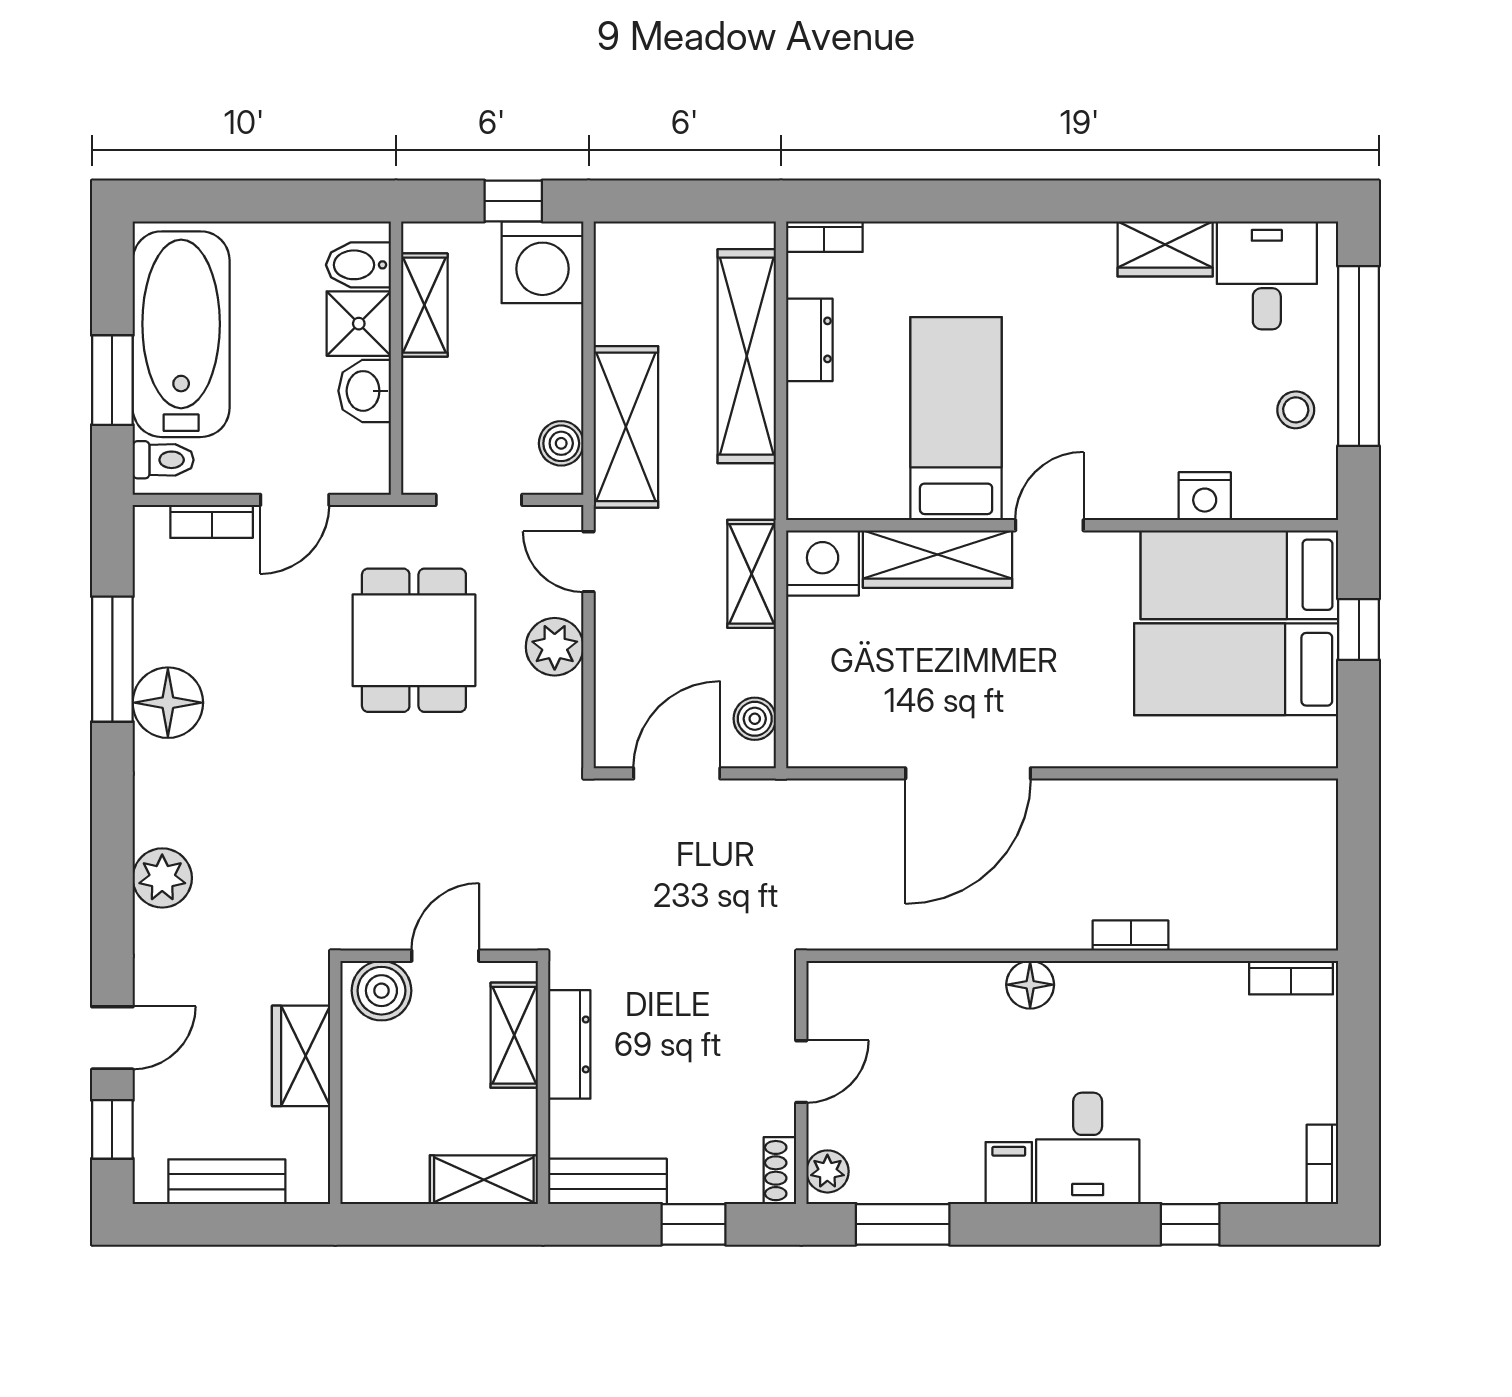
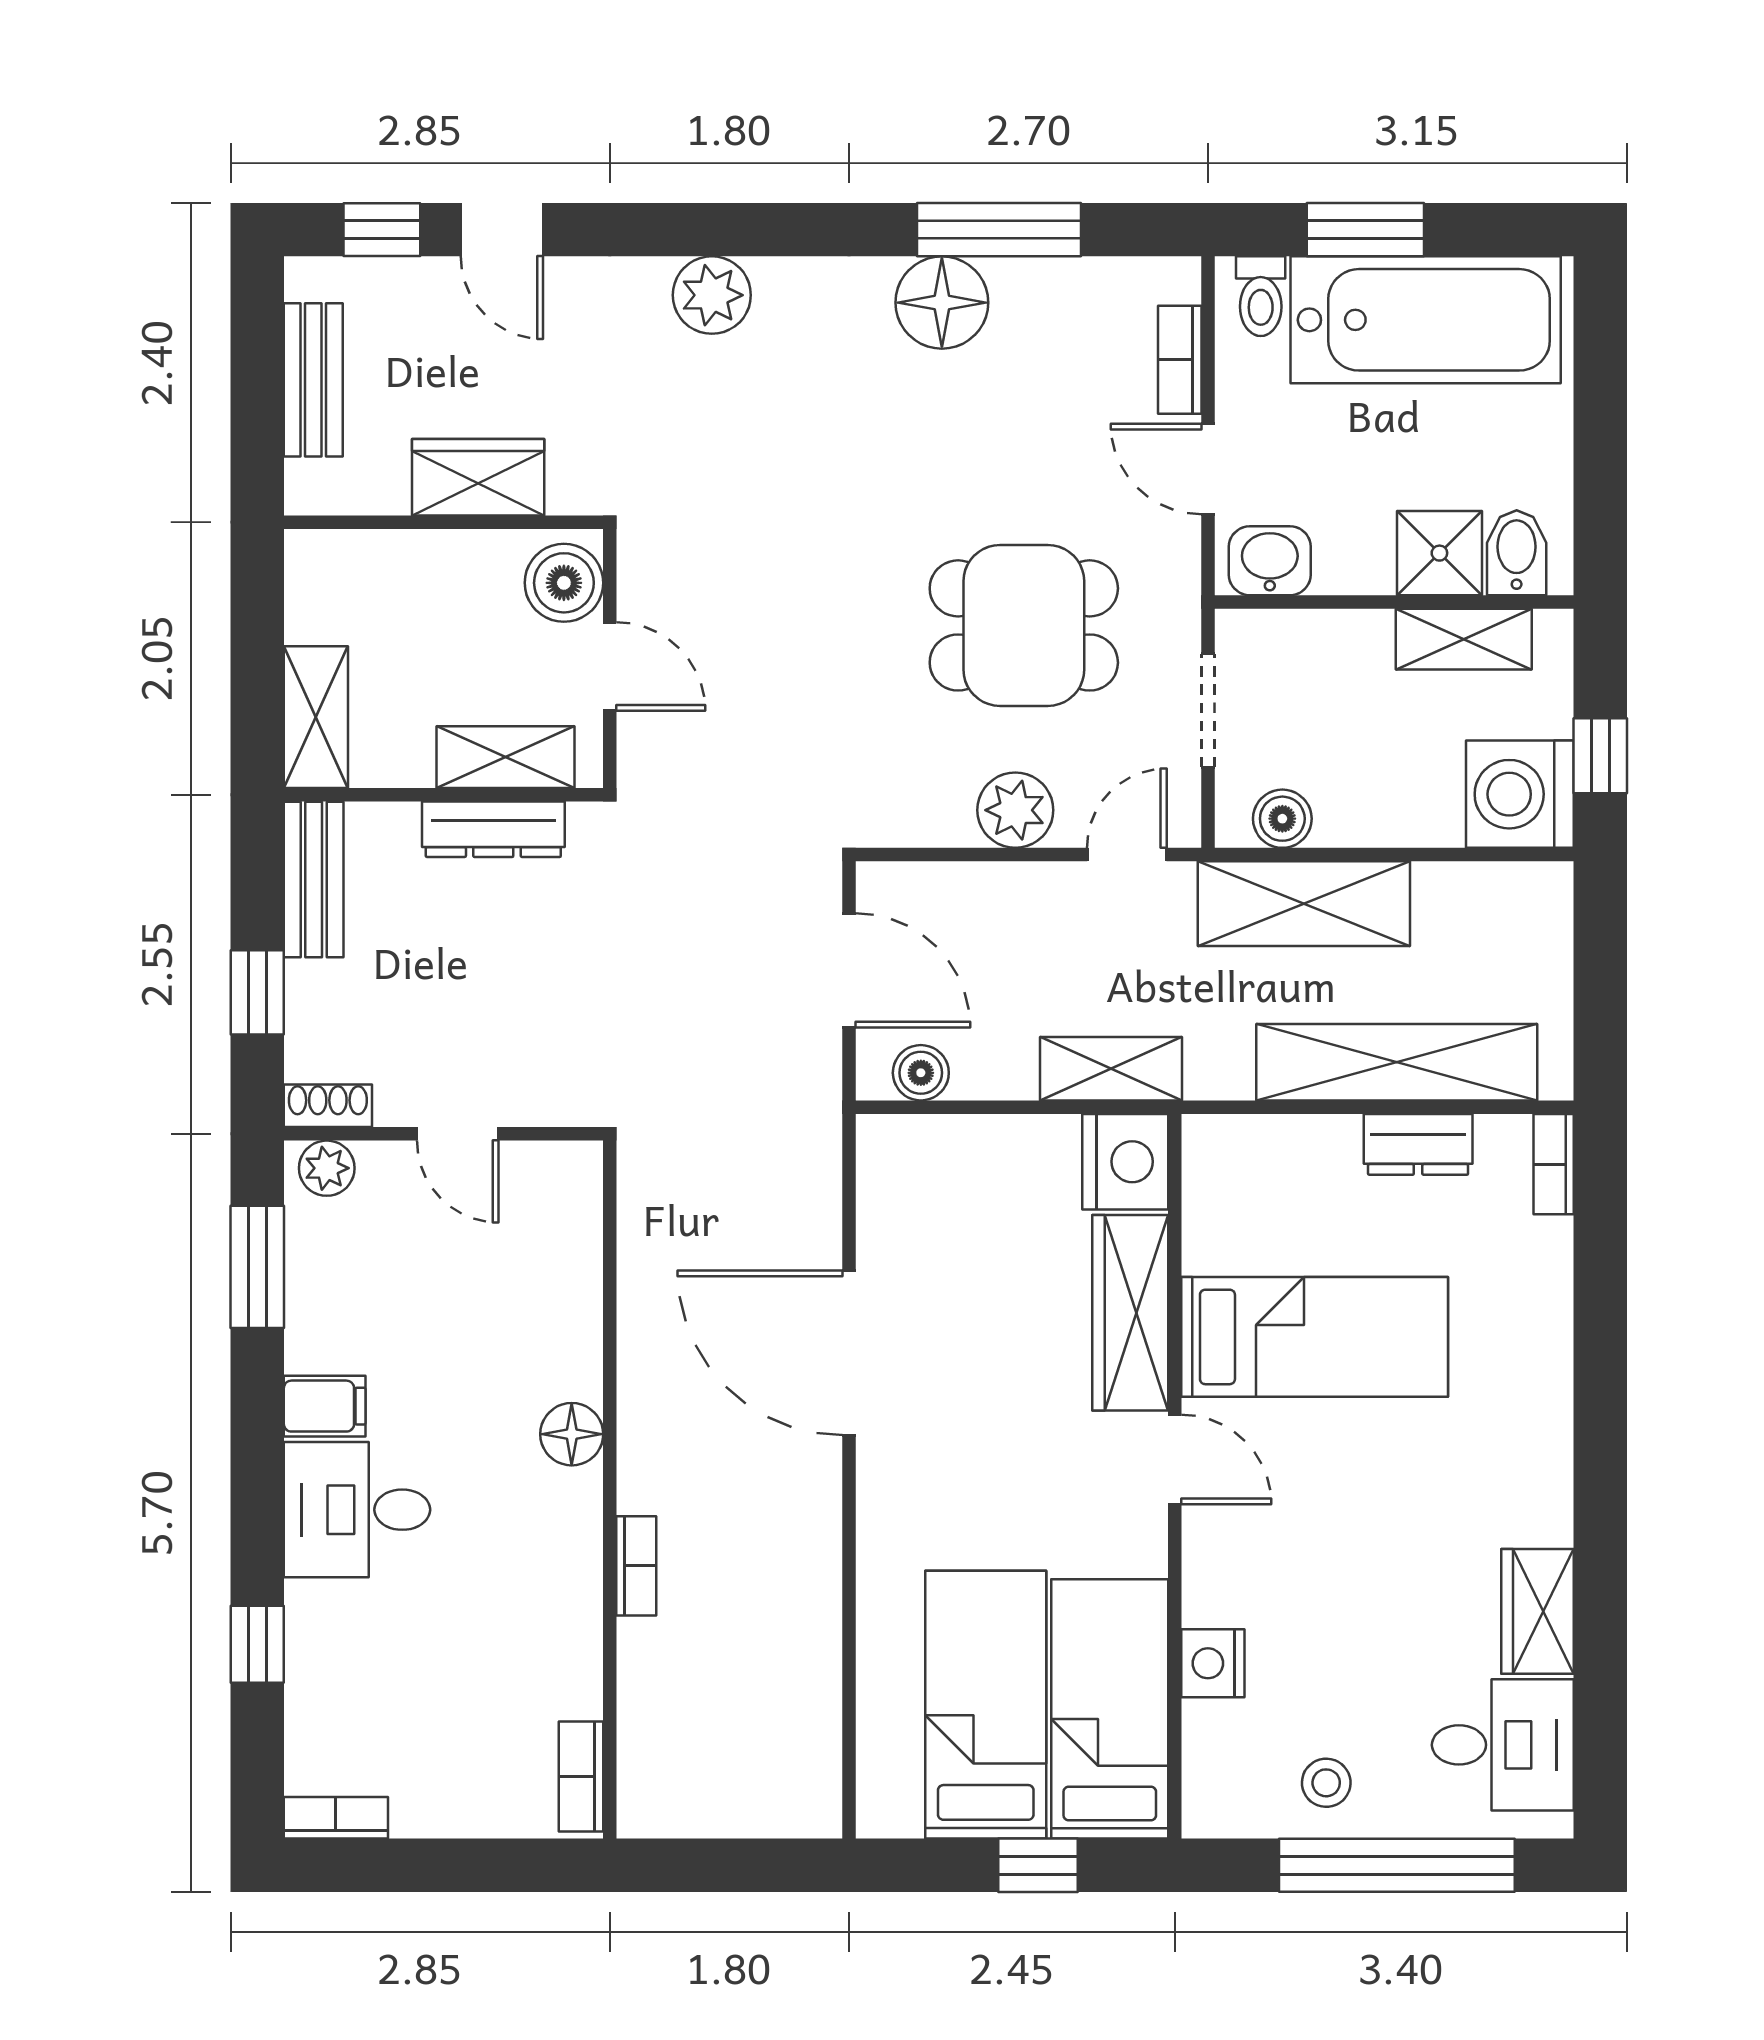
washbasin: (365, 391) -> (1270, 561), moved

